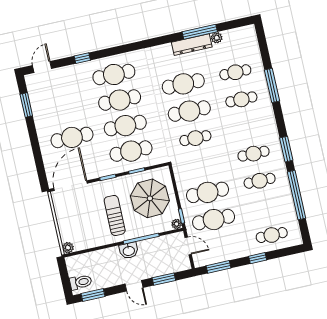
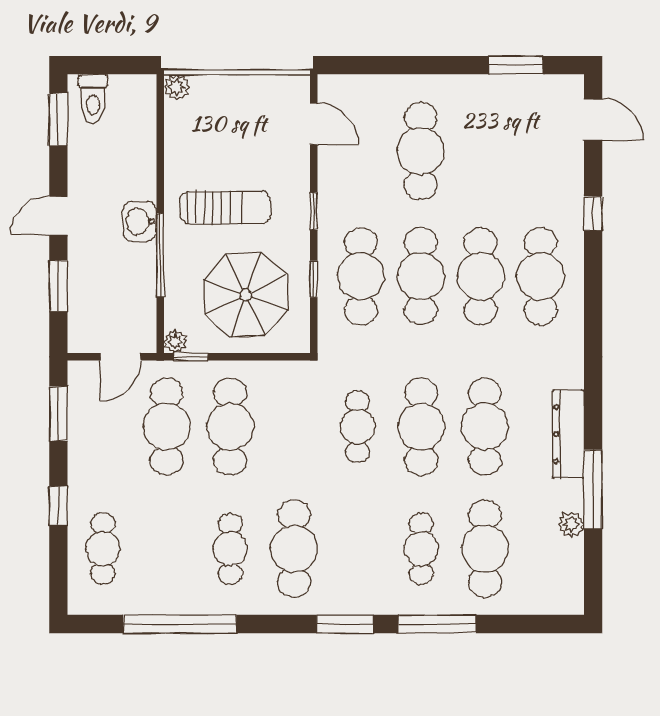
dresser: (192, 45) -> (568, 434), moved
cafe table: (235, 72) -> (485, 549), width x1.37, depth x1.35
window: (286, 149) -> (345, 624), moved
cafe table: (254, 154) -> (294, 549), width x1.37, depth x1.35
door: (71, 186) -> (314, 124), width x0.53

